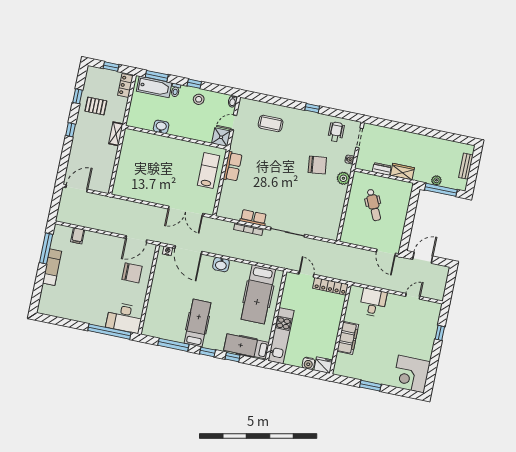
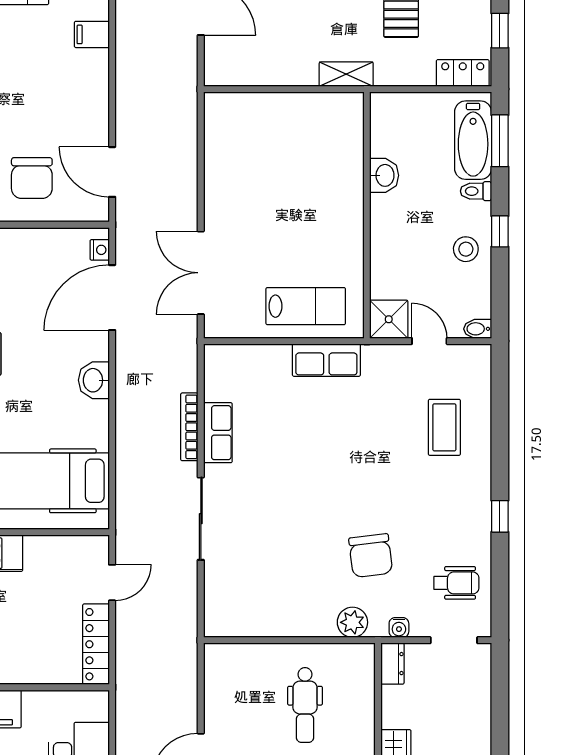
dresser: (382, 169) -> (392, 664), moved
dental chair: (374, 205) -> (305, 705), turned -65

